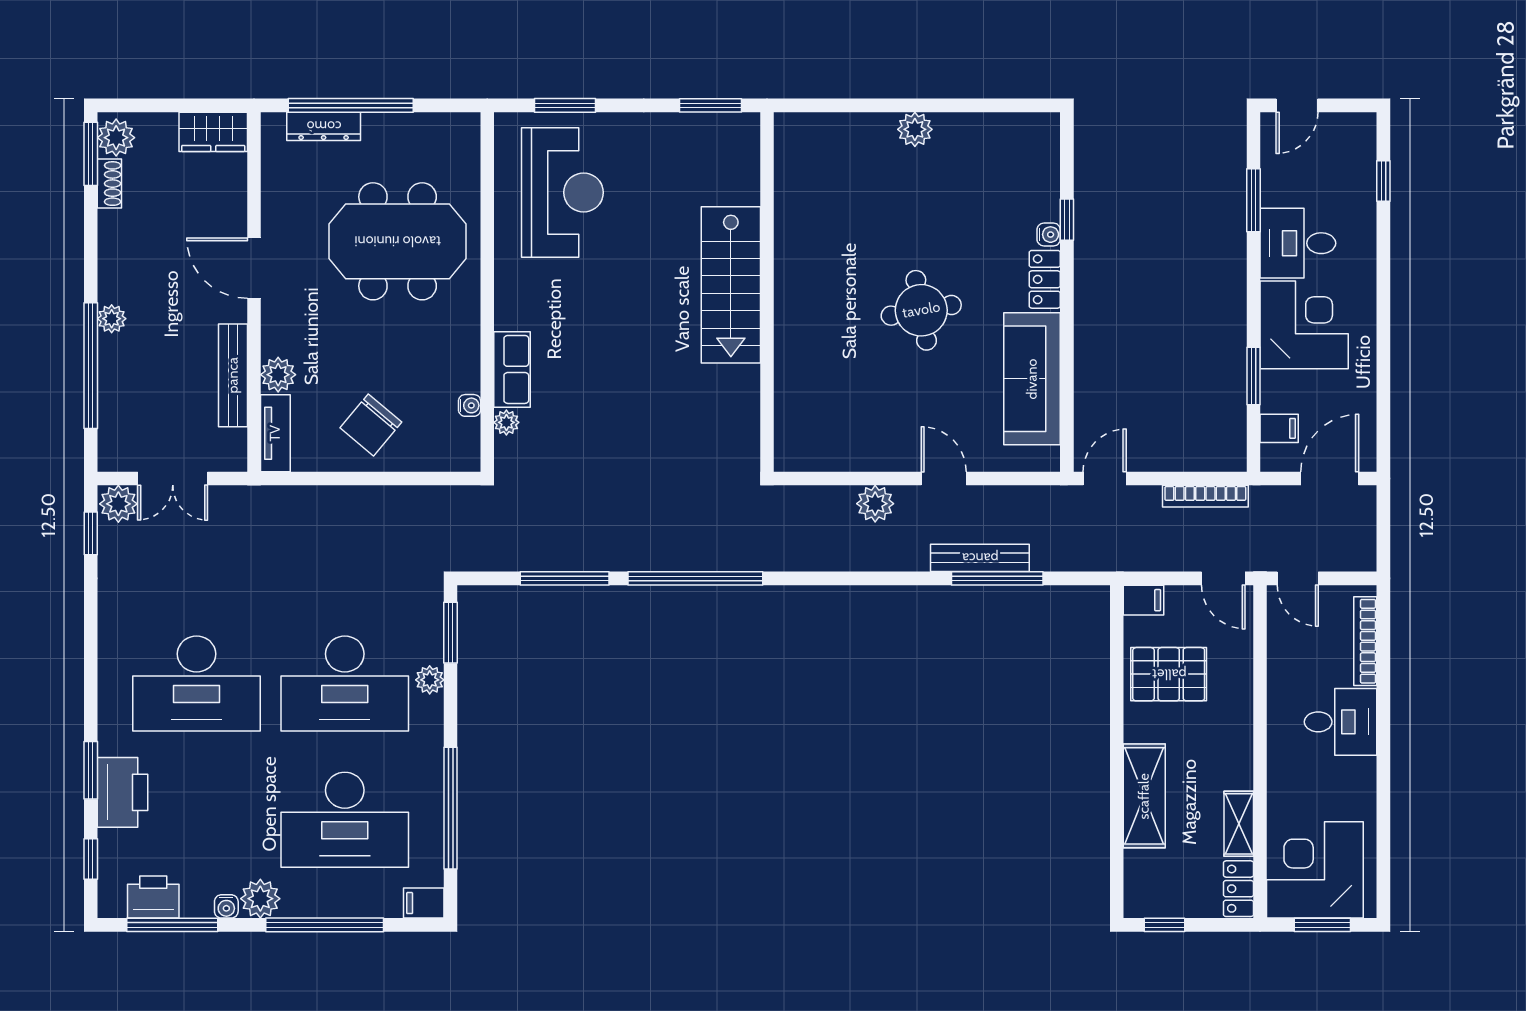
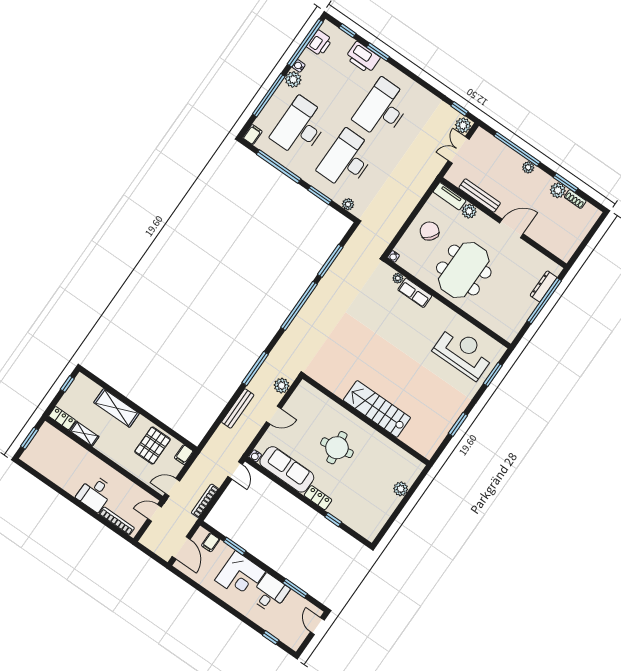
wardrobe: (213, 132) -> (568, 247), removed
plant: (116, 138) -> (558, 190), moved
window: (91, 154) -> (566, 183), moved
reception desk: (562, 192) -> (464, 353), turned 180
water cooler: (1049, 235) -> (255, 456), moved
meeting table: (398, 241) -> (464, 270), moved
stairs: (731, 285) -> (377, 409), moved
wall: (767, 292) -> (366, 420), moved
water cooler: (470, 405) -> (394, 256), moved
window: (997, 578) -> (255, 368), moved
window: (451, 633) -> (320, 195), moved
plant: (430, 680) -> (348, 204), moved
corner desk: (1315, 870) -> (50, 449), removed
window: (172, 925) -> (305, 43), width x1.46

